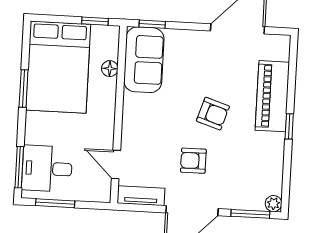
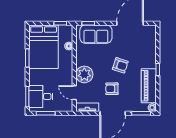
sofa: (144, 60) -> (96, 34), moved, turned 90
piano: (272, 96) -> (149, 86), moved
plant: (138, 128) -> (84, 74), added

